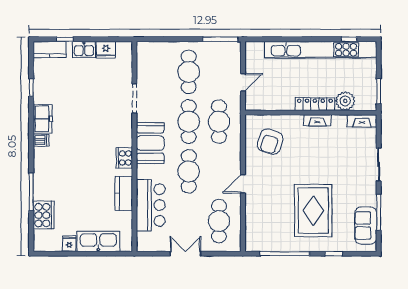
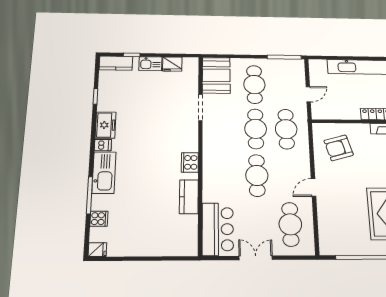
armchair: (270, 142) -> (339, 148), turned 56
booth: (150, 143) -> (216, 75), moved
bar counter: (151, 205) -> (218, 229), moved
cooker: (44, 215) -> (99, 219), width x0.53, depth x0.76
kitchen sink: (98, 241) -> (104, 173), moved, turned 90
fridge: (69, 244) -> (97, 250), moved, turned 90

